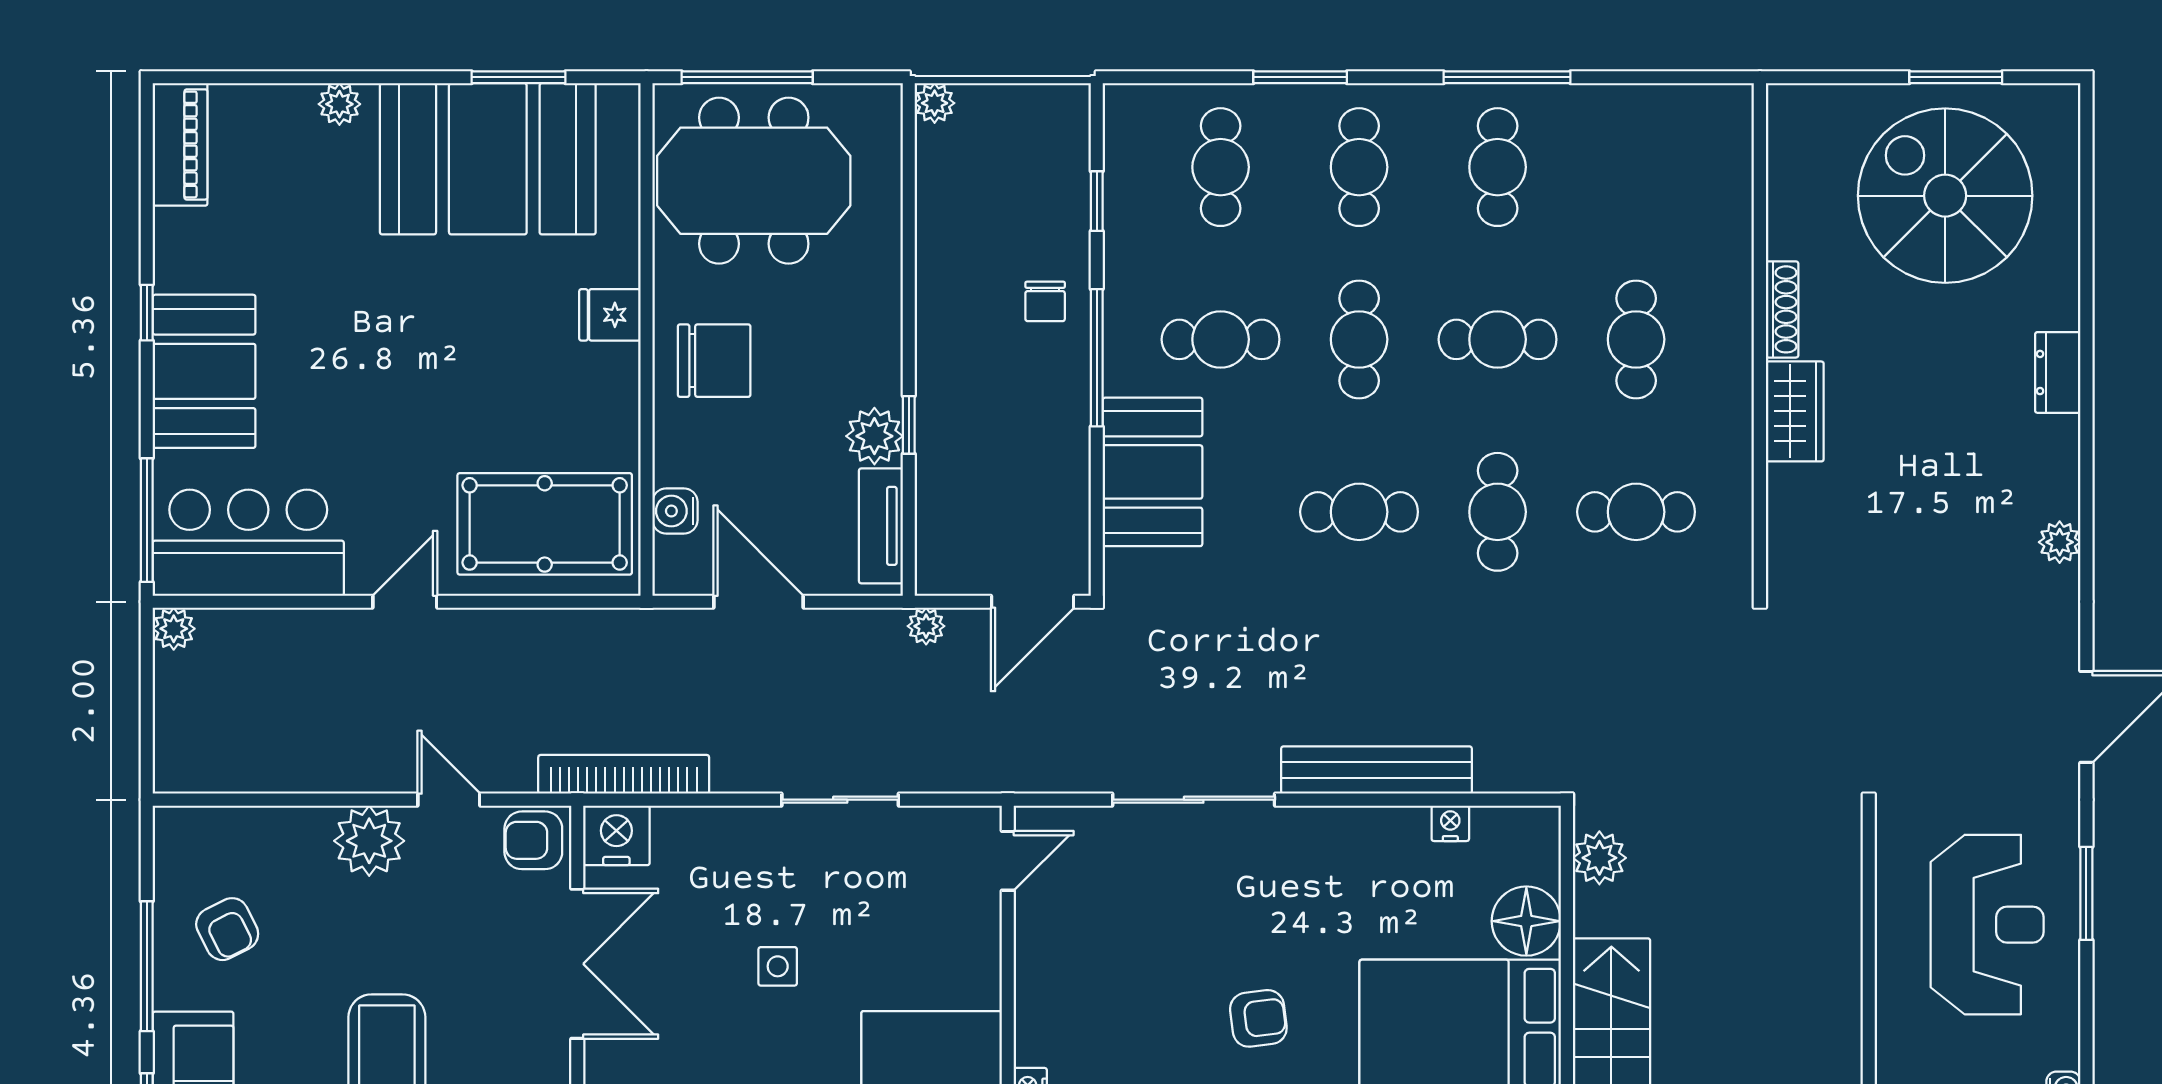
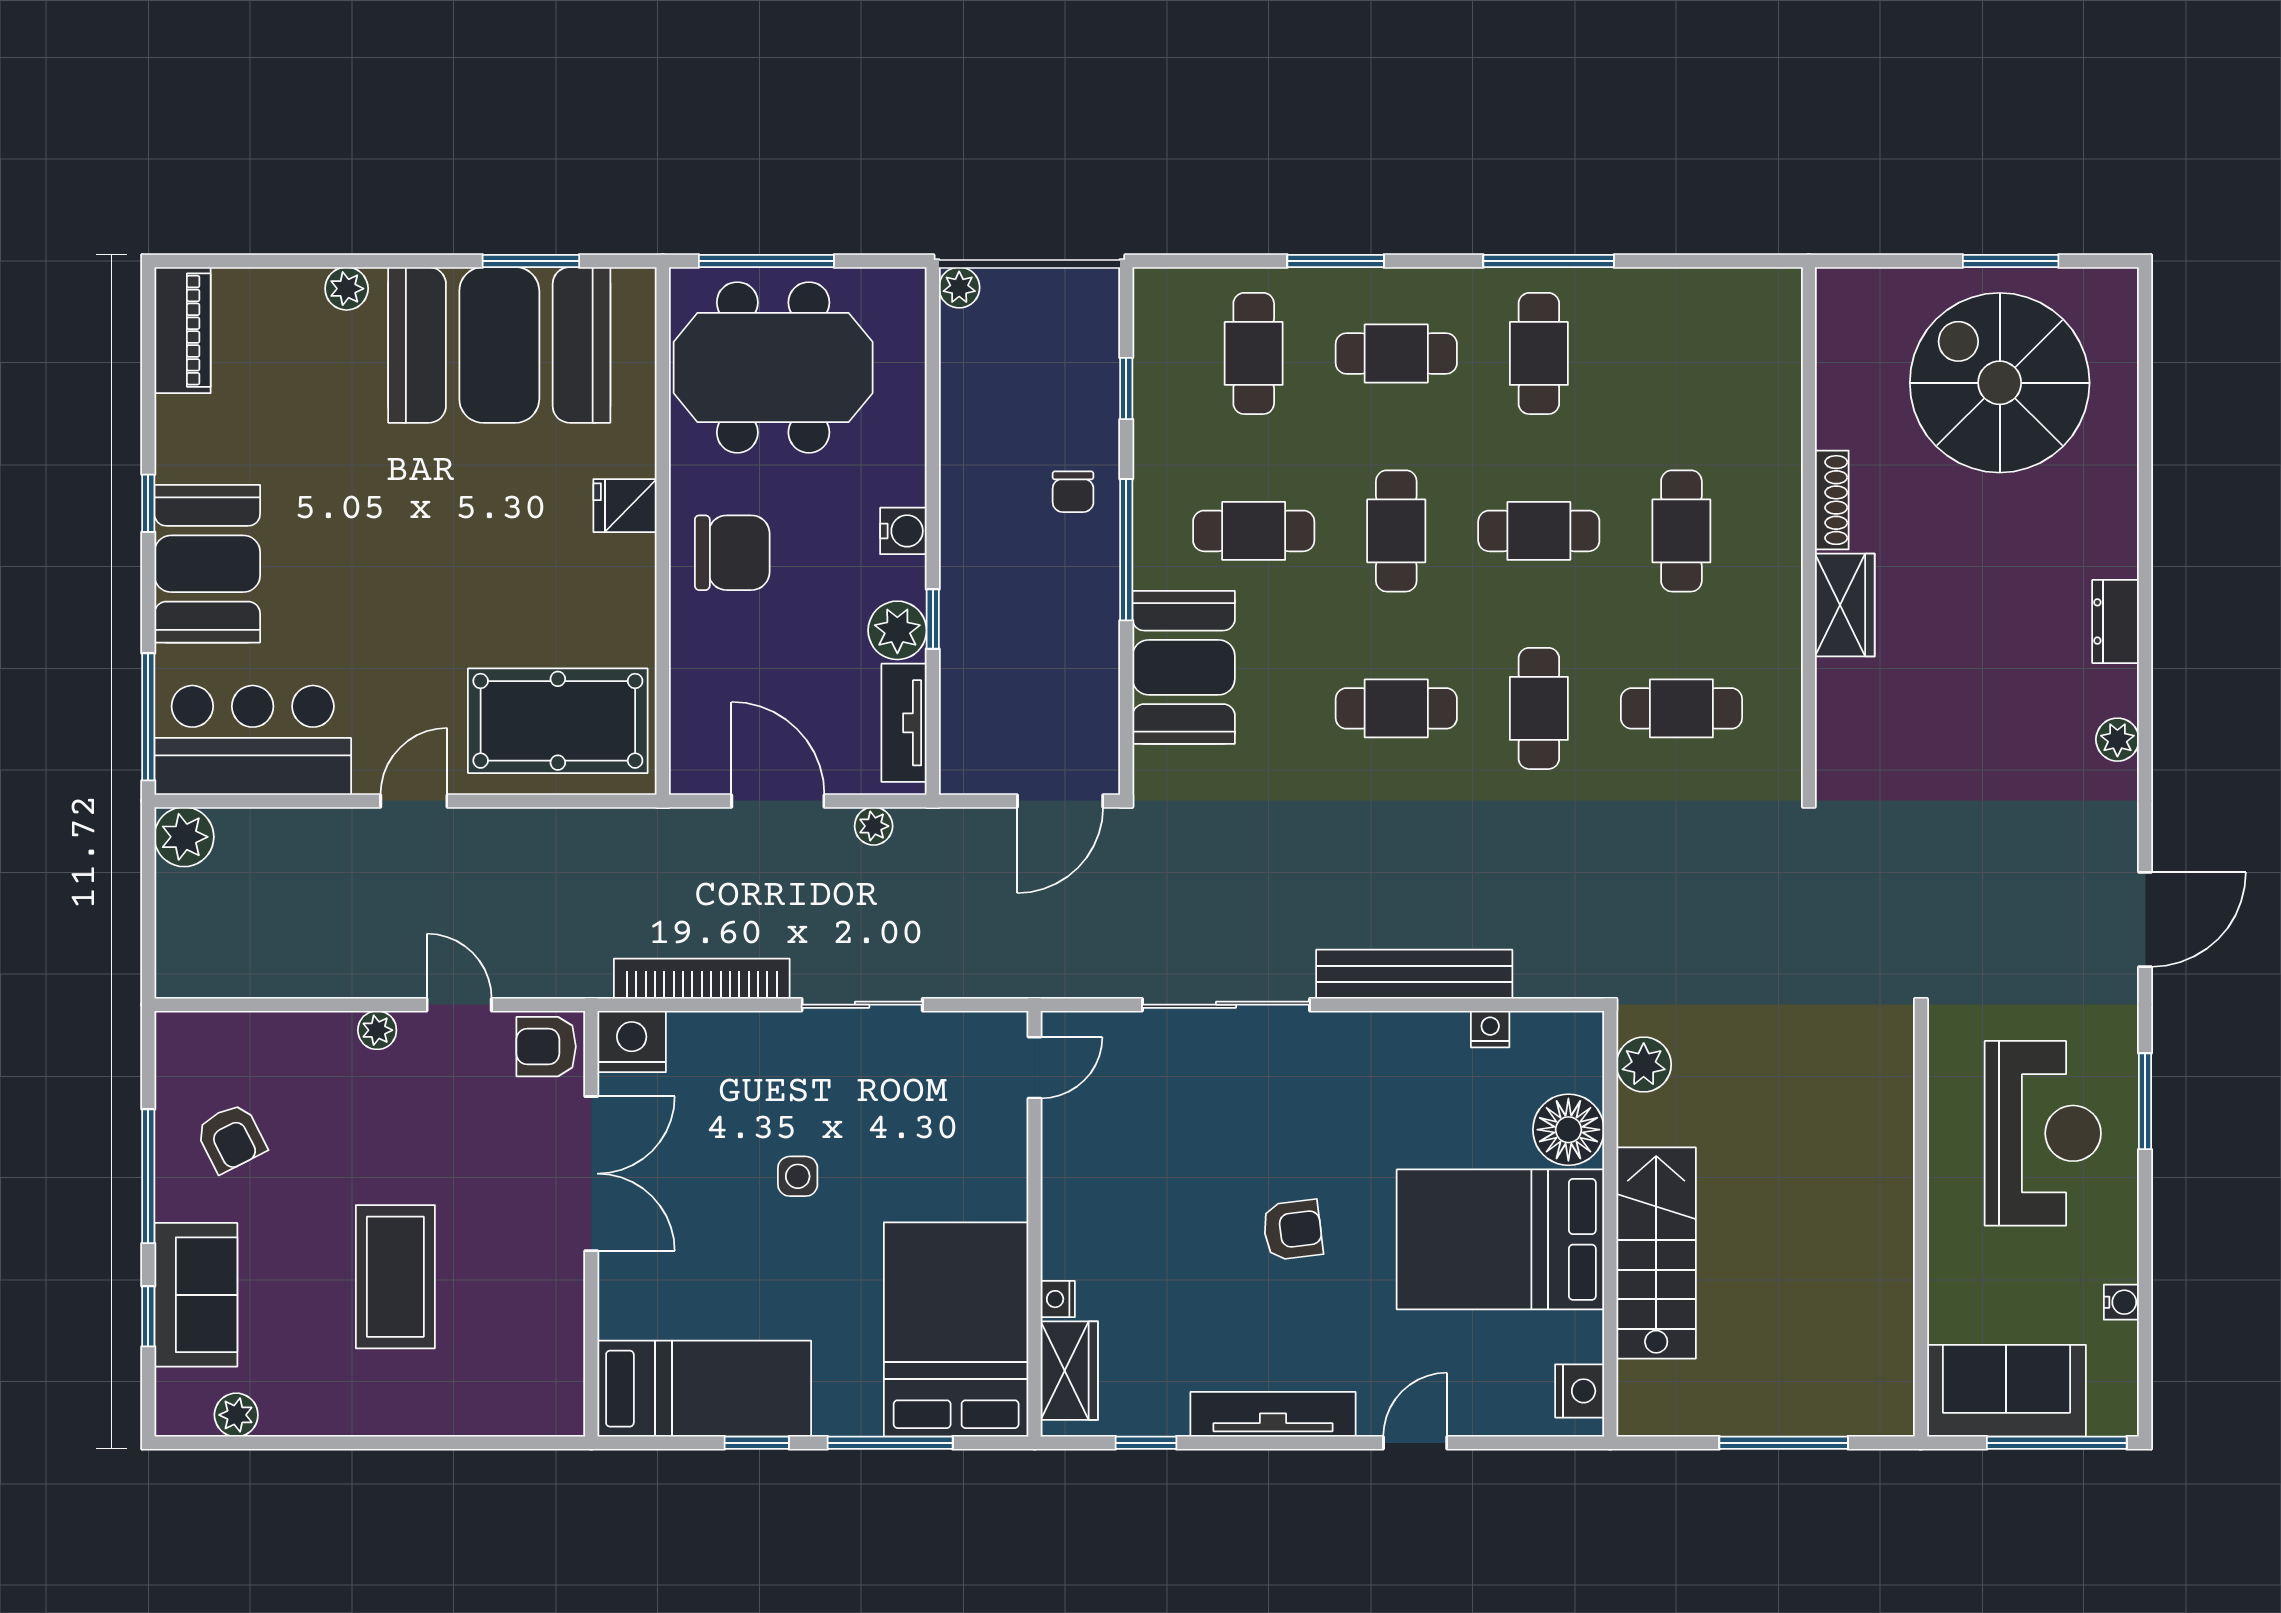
cafe table: (1359, 167) -> (1396, 353), turned 90
dresser: (2058, 372) -> (2116, 621), moved
water cooler: (675, 511) -> (903, 531), moved, turned 180
plant: (926, 626) -> (874, 826), moved
plant: (174, 629) -> (184, 837), width x1.38, depth x1.38
bookcase: (624, 774) -> (702, 979), moved
plant: (369, 841) -> (377, 1030), width x0.53, depth x0.53

